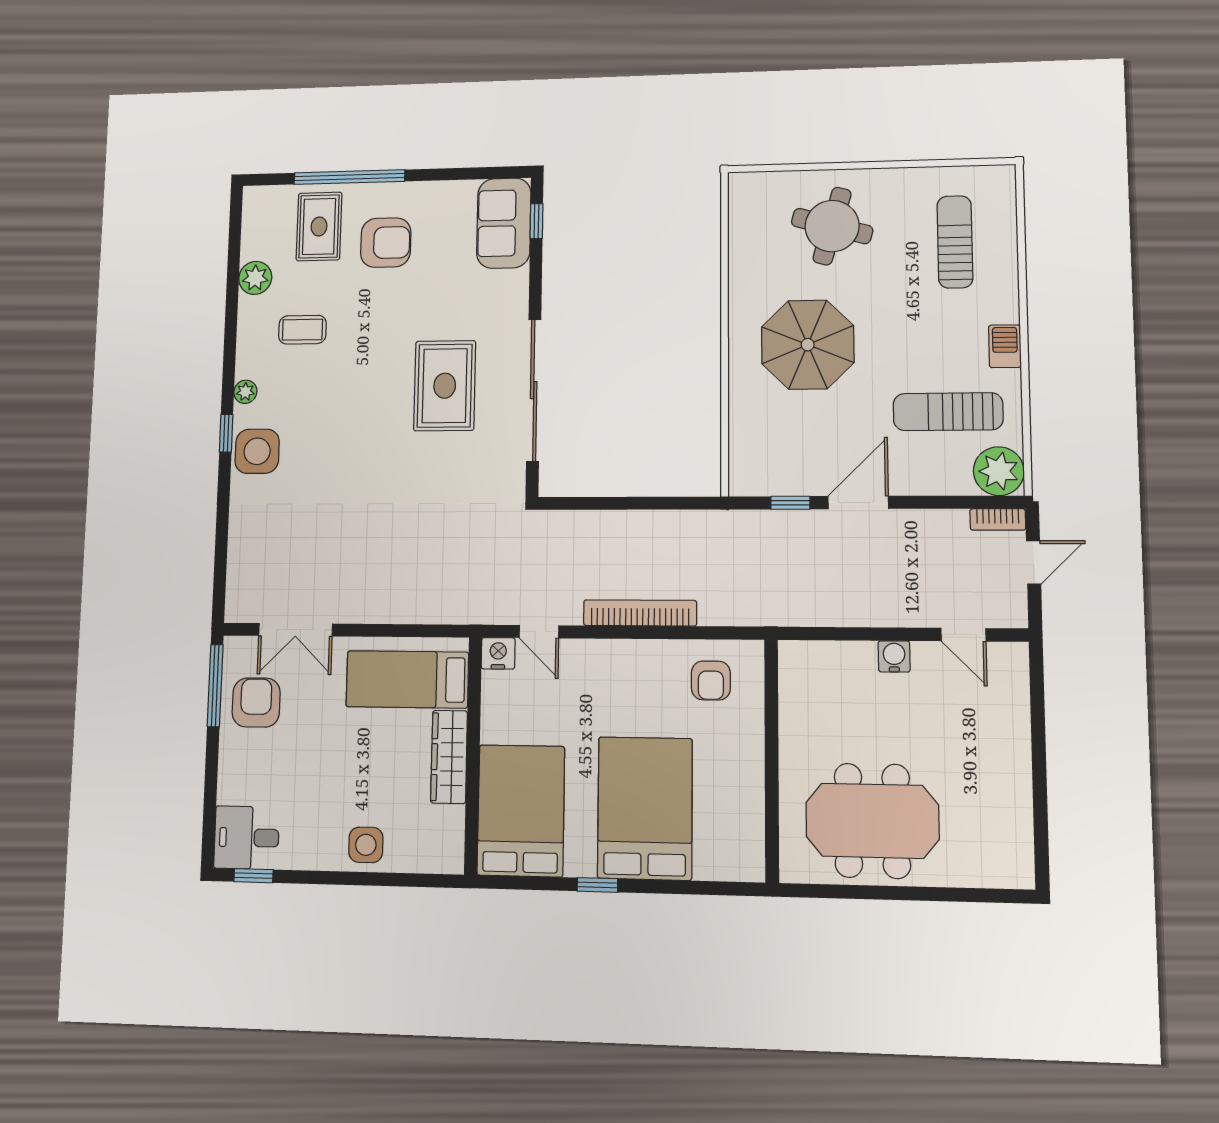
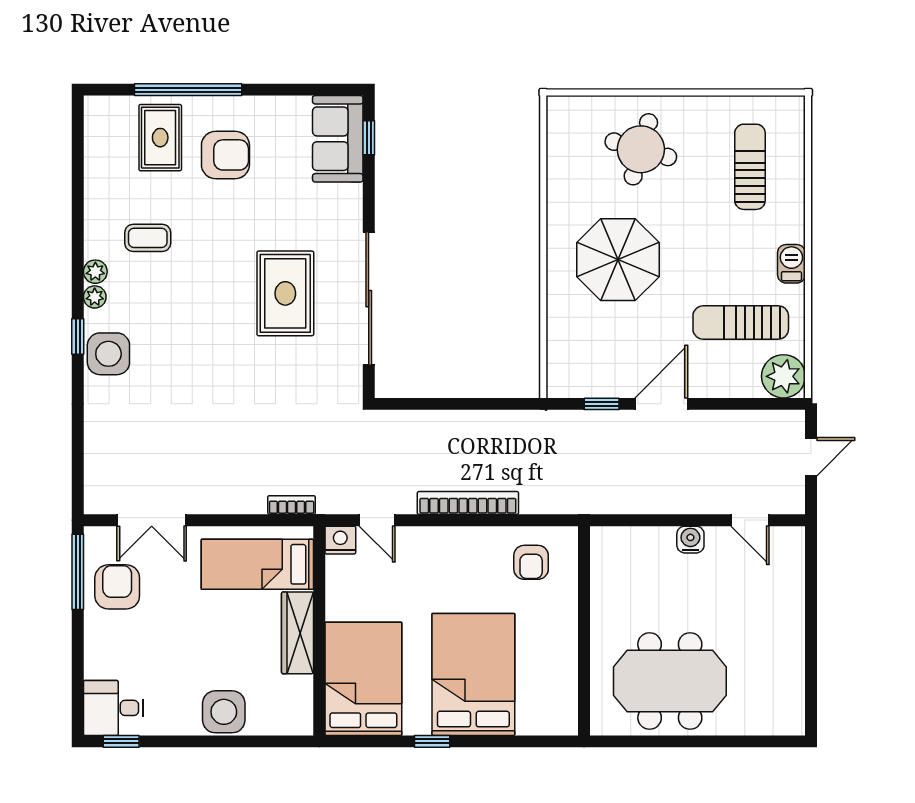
plant: (255, 278) -> (95, 272), moved, width x0.73, depth x0.73
bookcase: (998, 519) -> (292, 505), moved, turned 180
side table: (366, 845) -> (224, 712), width x1.37, depth x1.37

